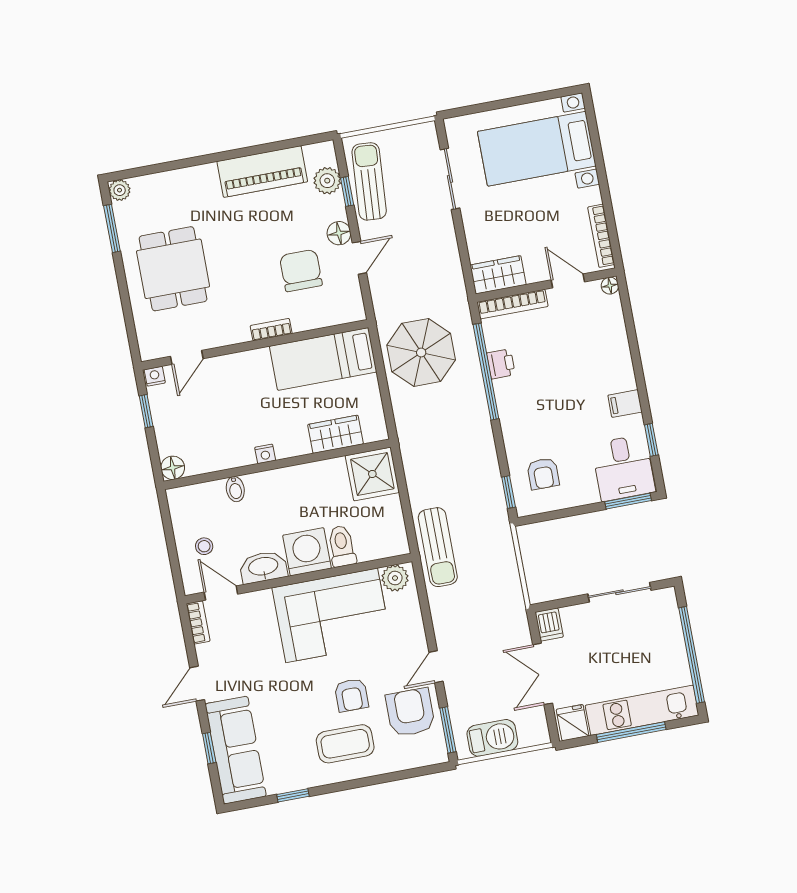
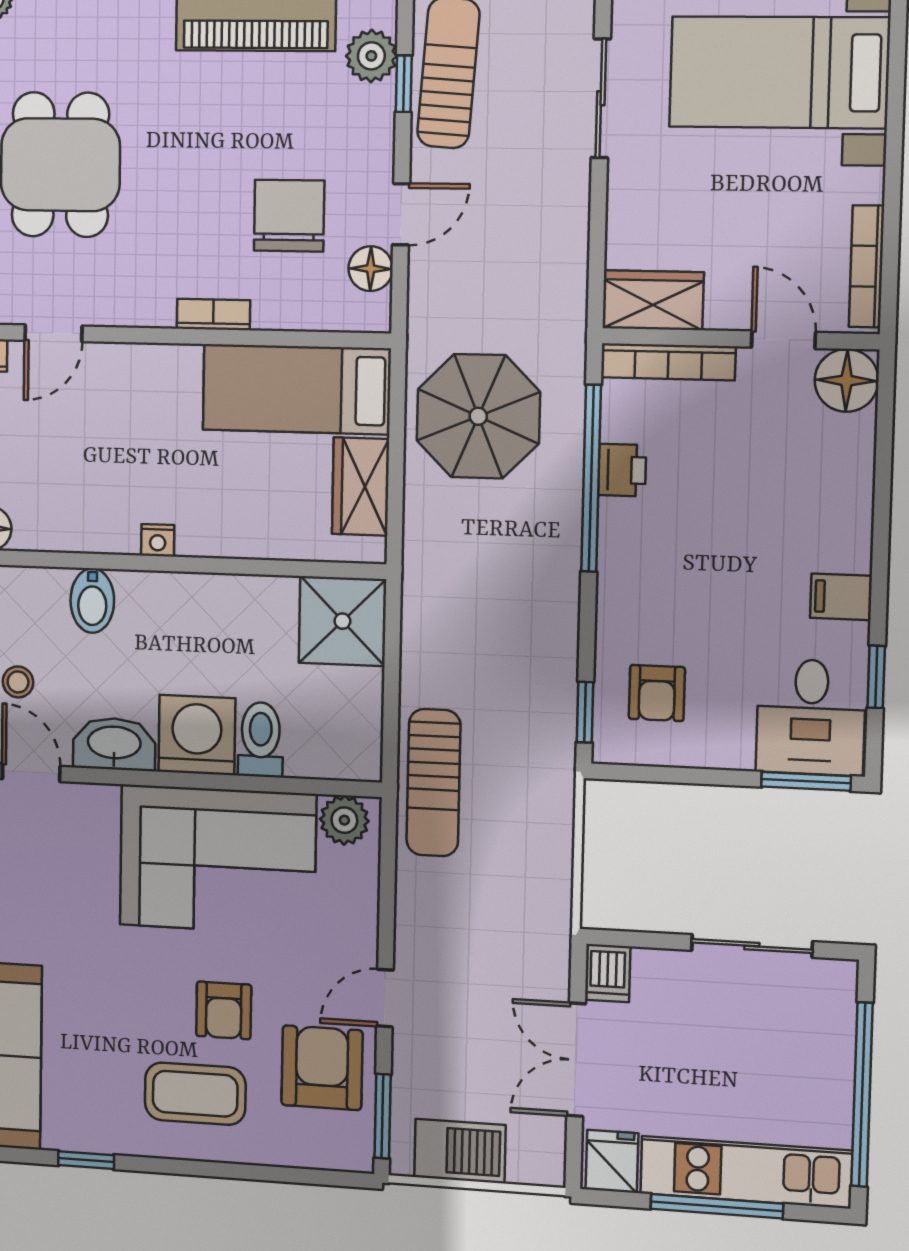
floor lamp: (339, 233) -> (371, 269), moved
floor lamp: (610, 286) -> (847, 380), width x1.89, depth x1.89
wardrobe: (335, 434) -> (361, 487), moved, turned -90
bidet: (235, 489) -> (92, 601), width x1.38, depth x1.36

